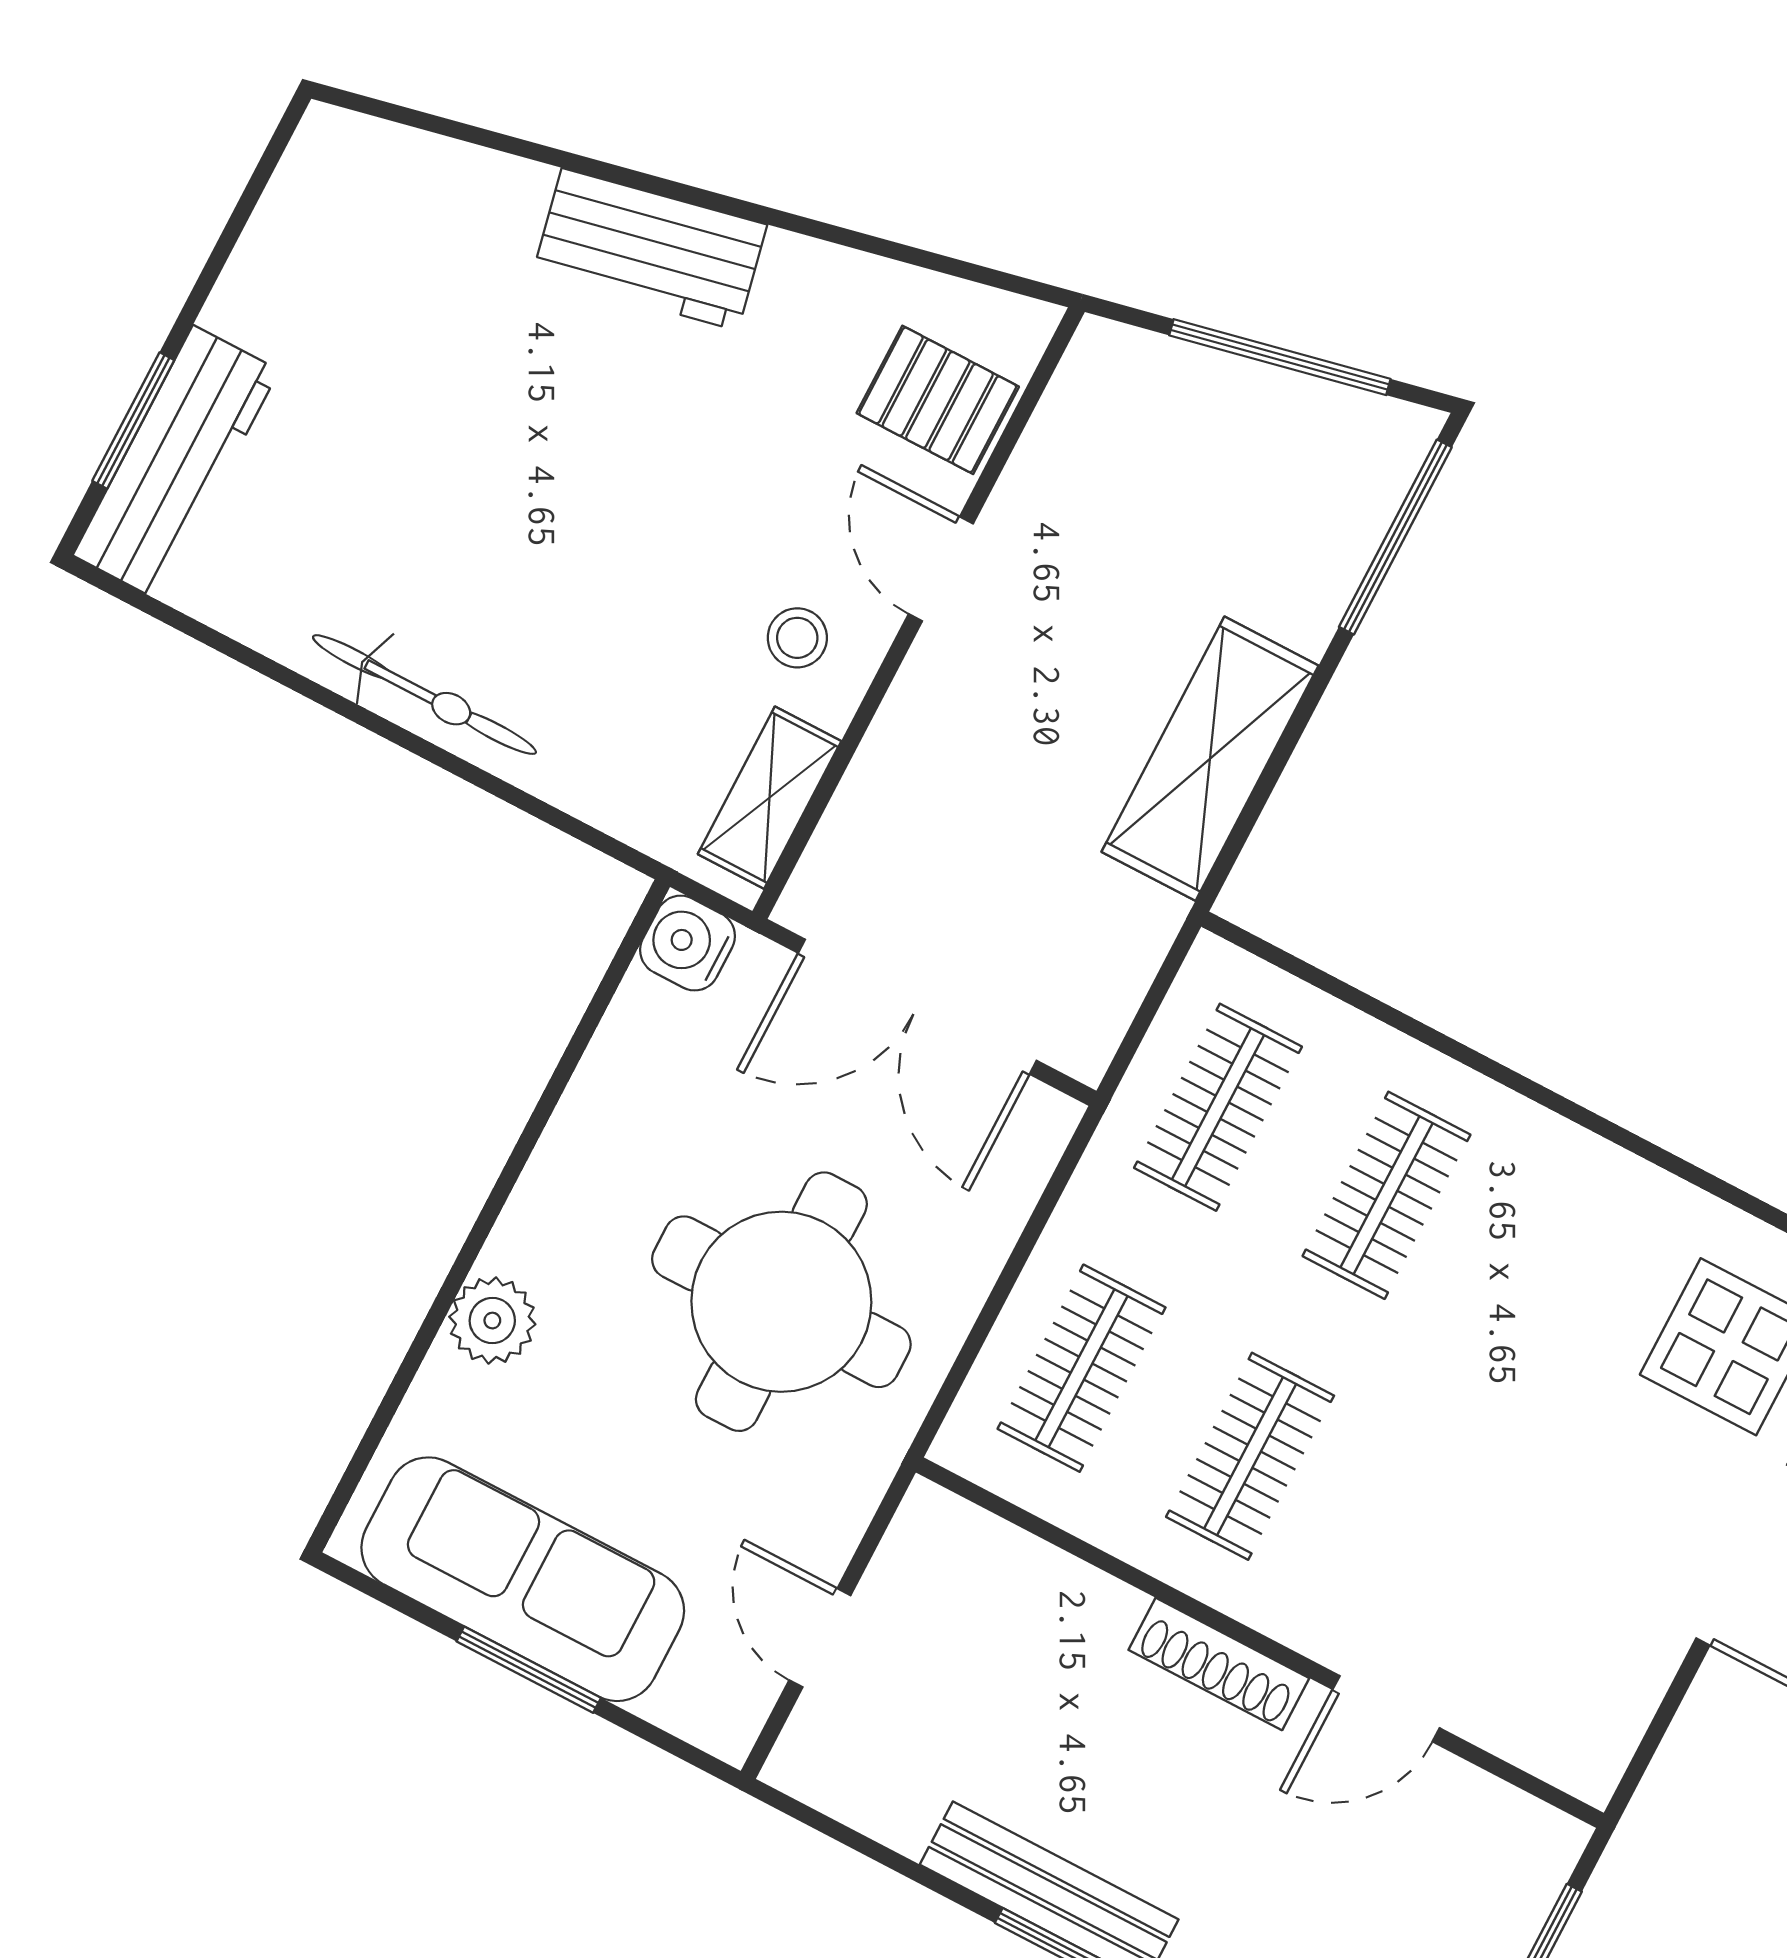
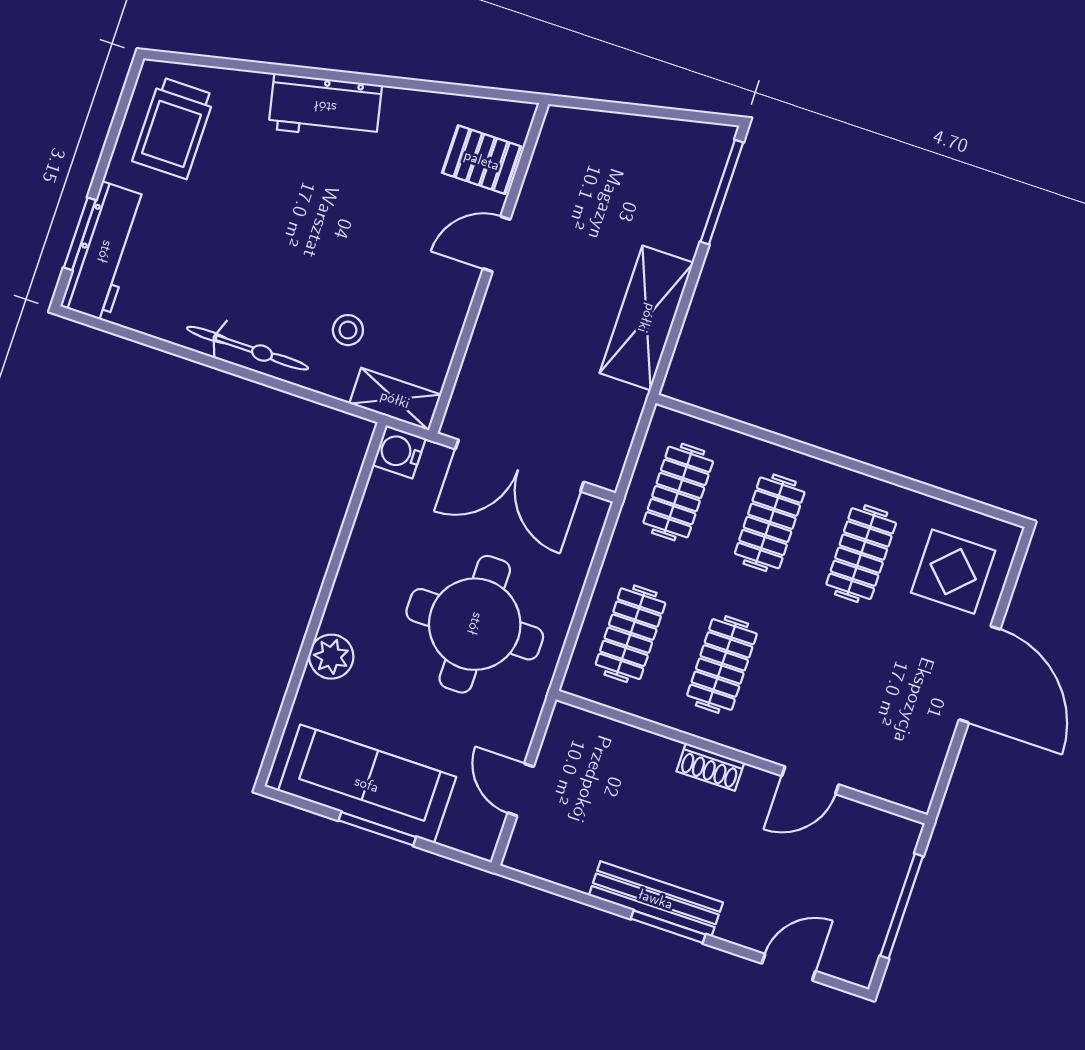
trolley: (348, 243) -> (173, 128), added
window: (1280, 357) -> (650, 111), removed
door: (941, 569) -> (497, 244), hinge flipped
stool: (797, 638) -> (348, 330), moved
shelving: (770, 798) -> (395, 399), moved, turned 90
clothes rail: (1555, 1283) -> (861, 554), added
shoe rack: (1219, 1664) -> (710, 767), width x0.70

